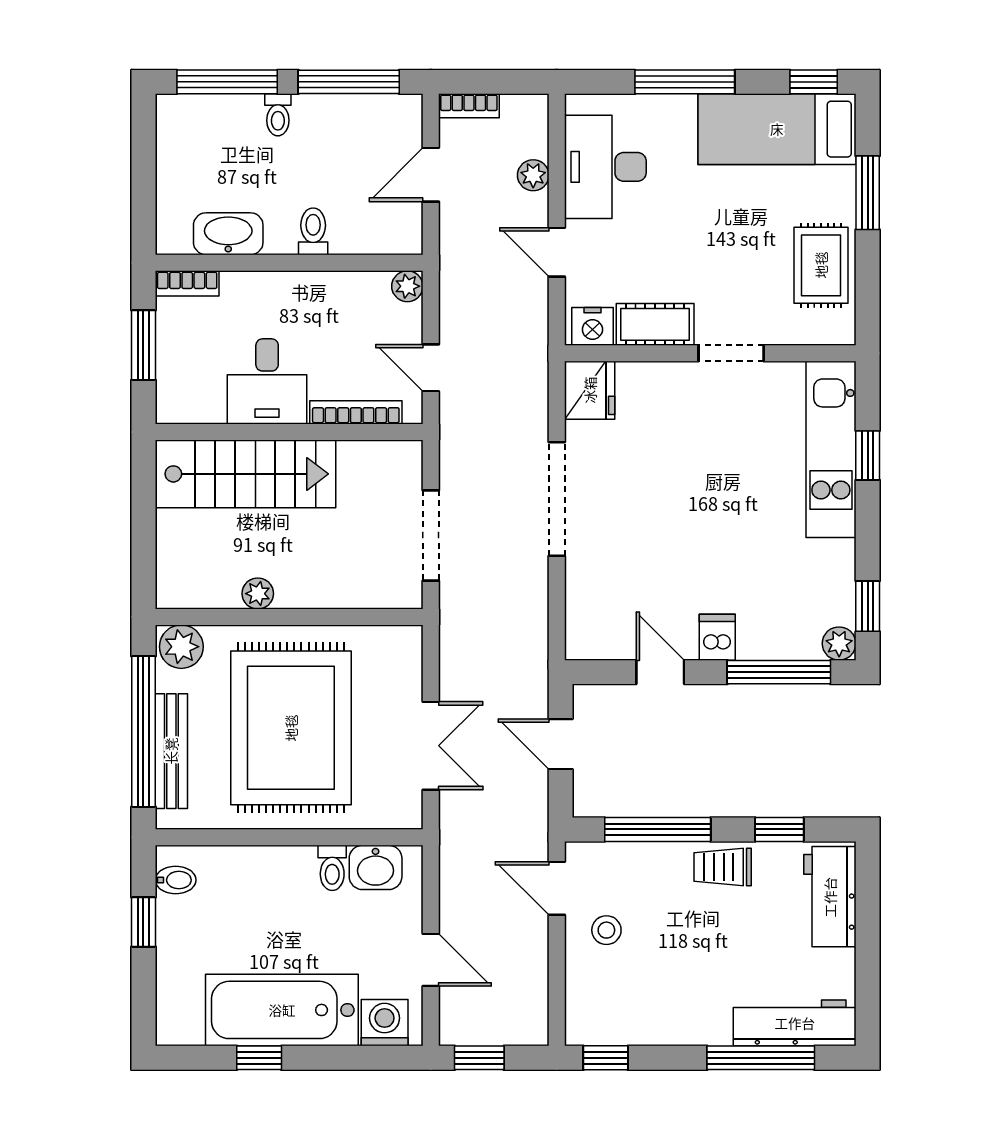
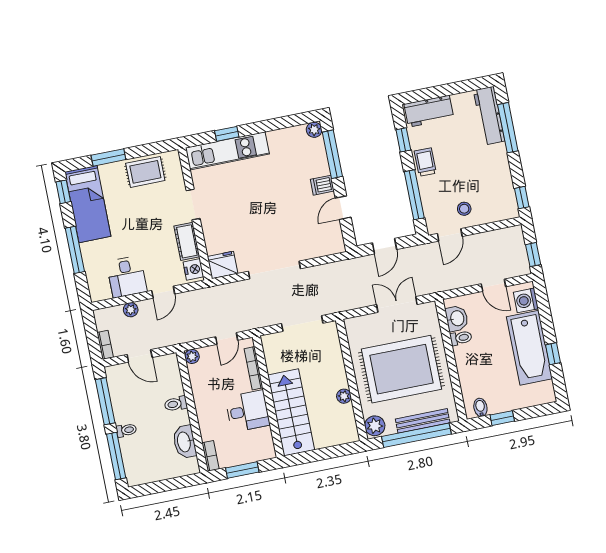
desk: (605, 167) -> (127, 277), width x0.73
window: (868, 606) -> (295, 120), removed
trolley: (723, 867) -> (425, 162), turned 180
door: (431, 960) -> (493, 285), swing flipped

